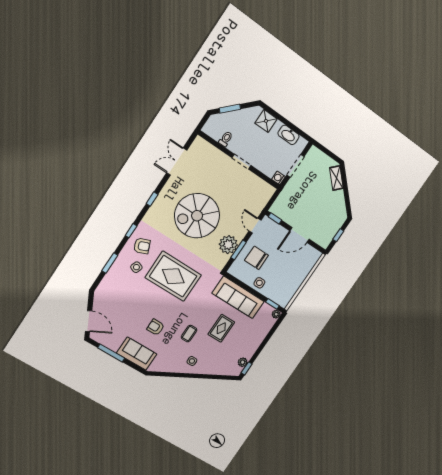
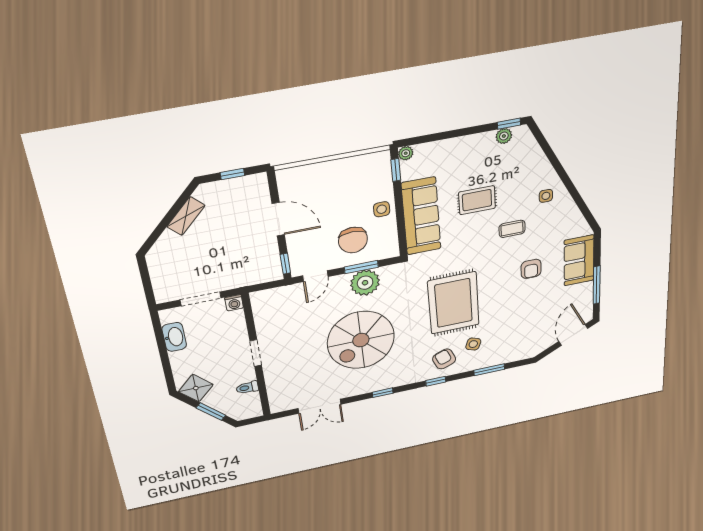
shower: (266, 121) -> (196, 388), moved, turned 45
shelving: (336, 178) -> (186, 216), moved
spiral stairs: (197, 216) -> (361, 340), turned 90

